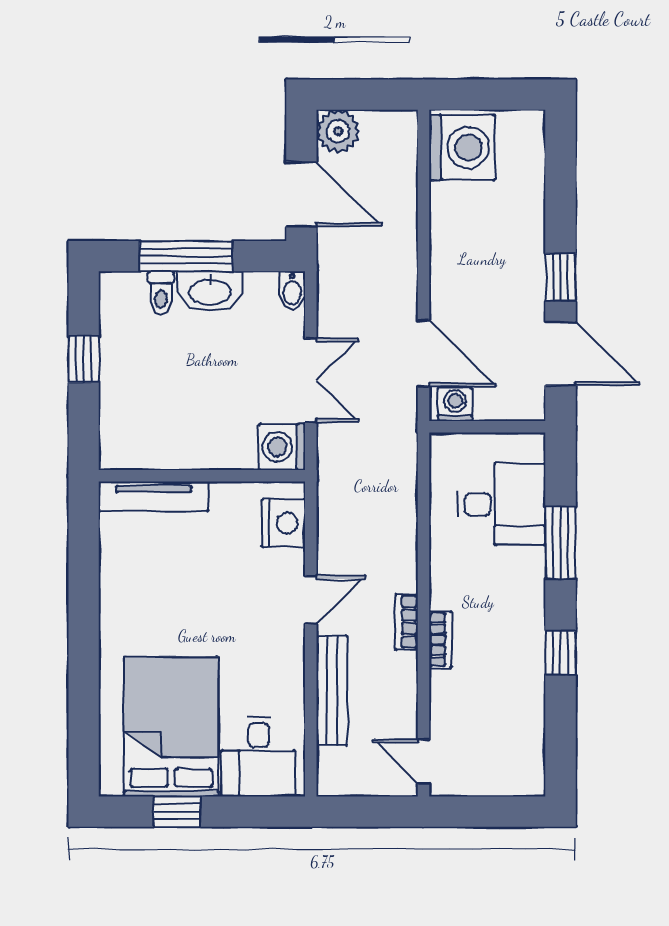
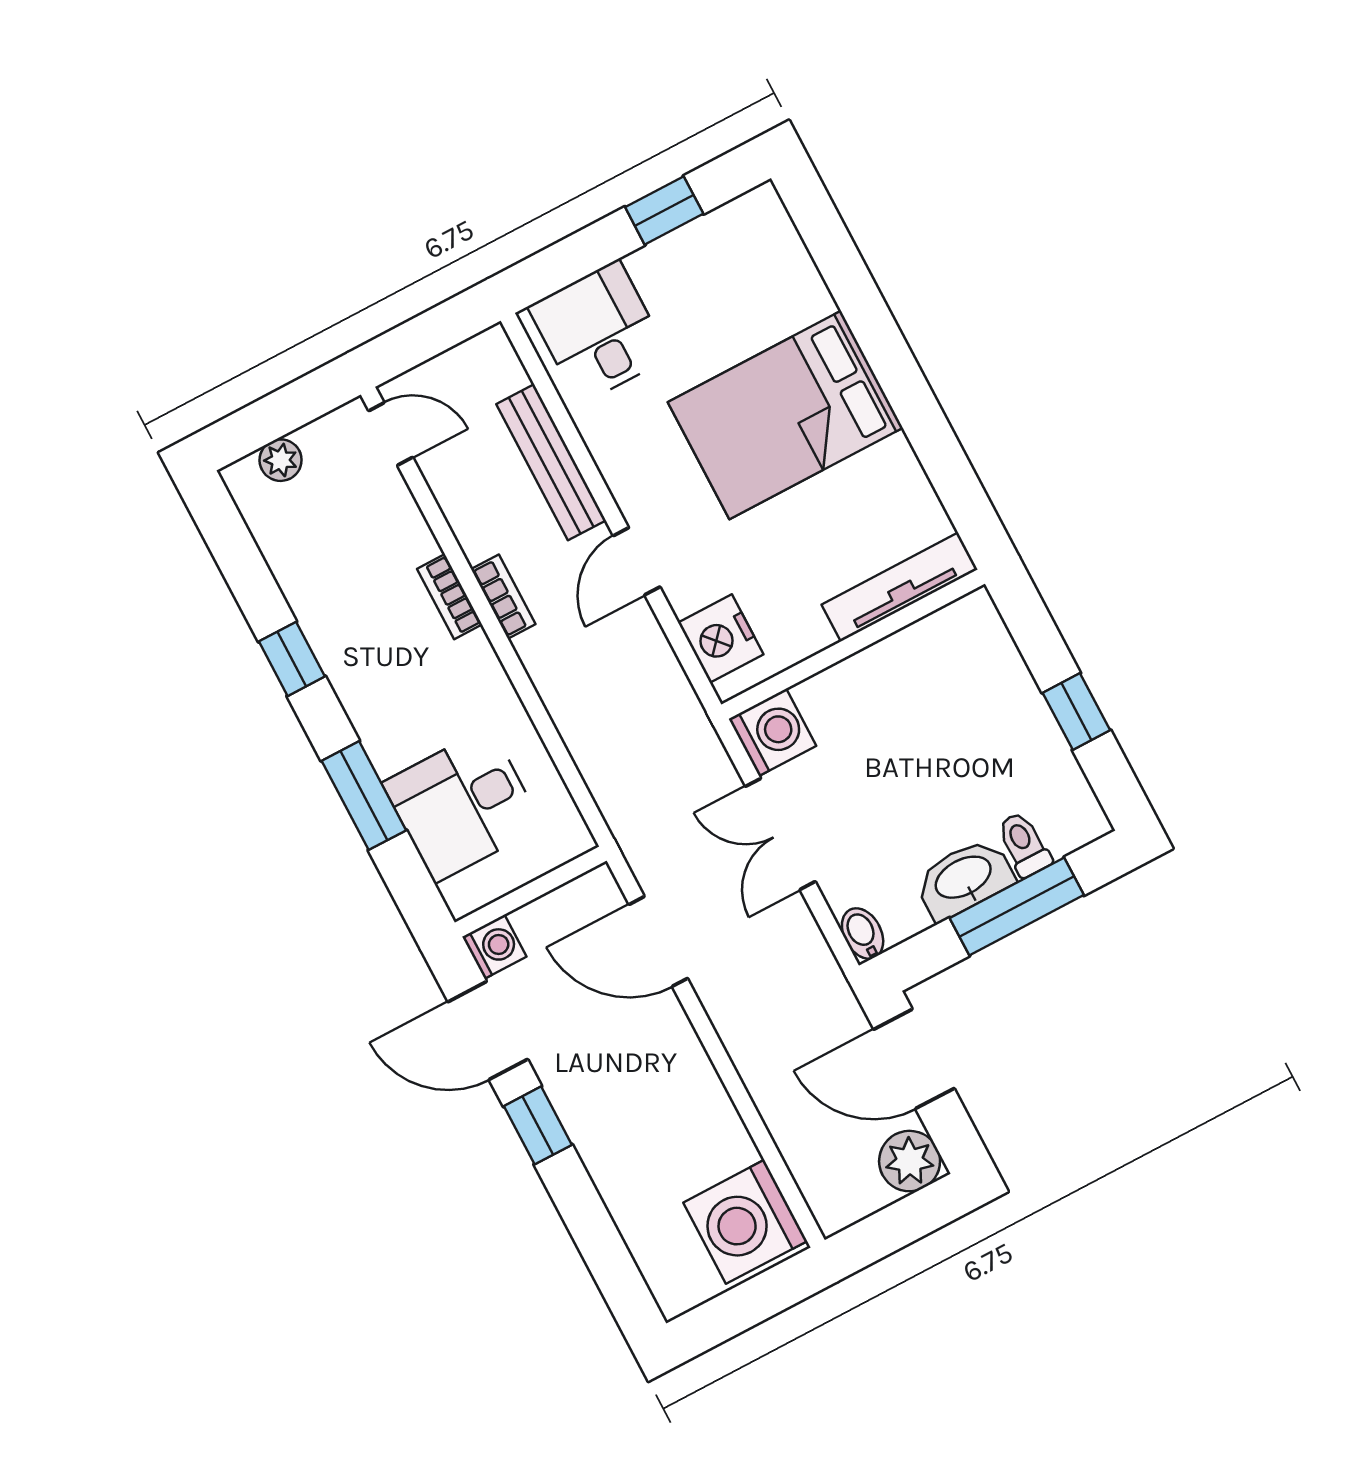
washing machine: (455, 404) -> (494, 947), moved, turned -90
bed: (171, 727) -> (785, 415), moved, turned 90
plant: (502, 782) -> (281, 460), added

